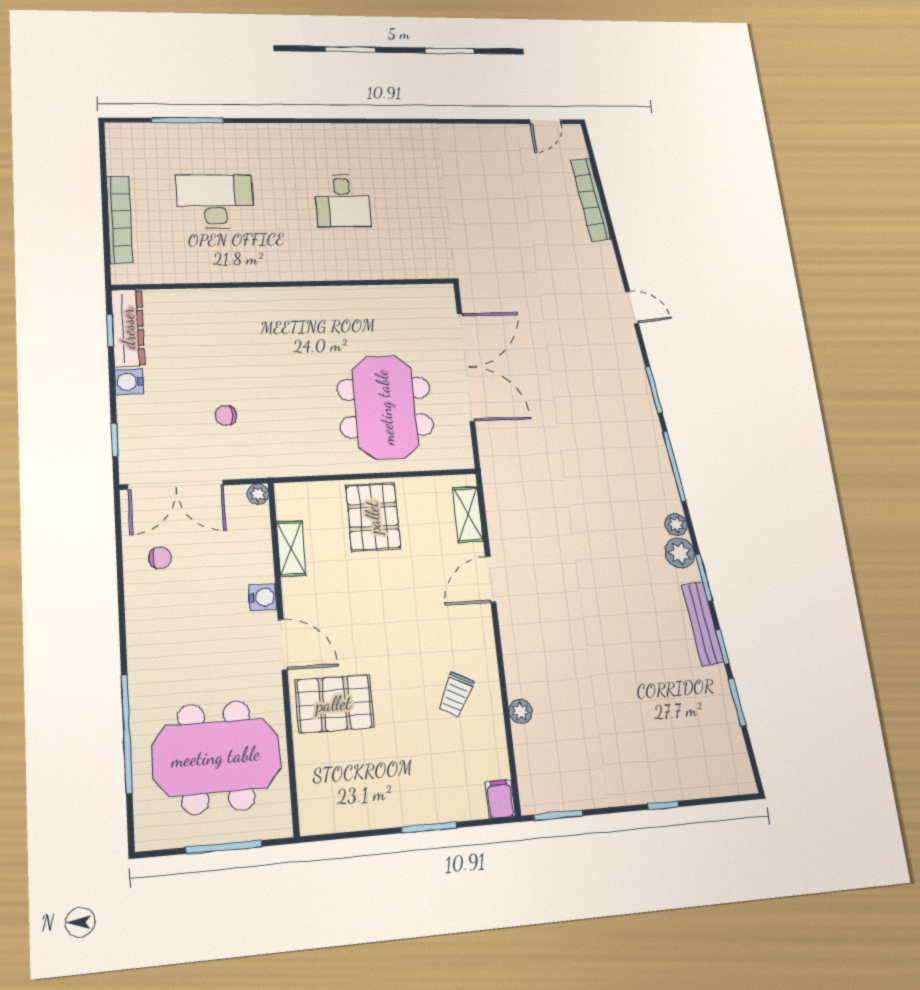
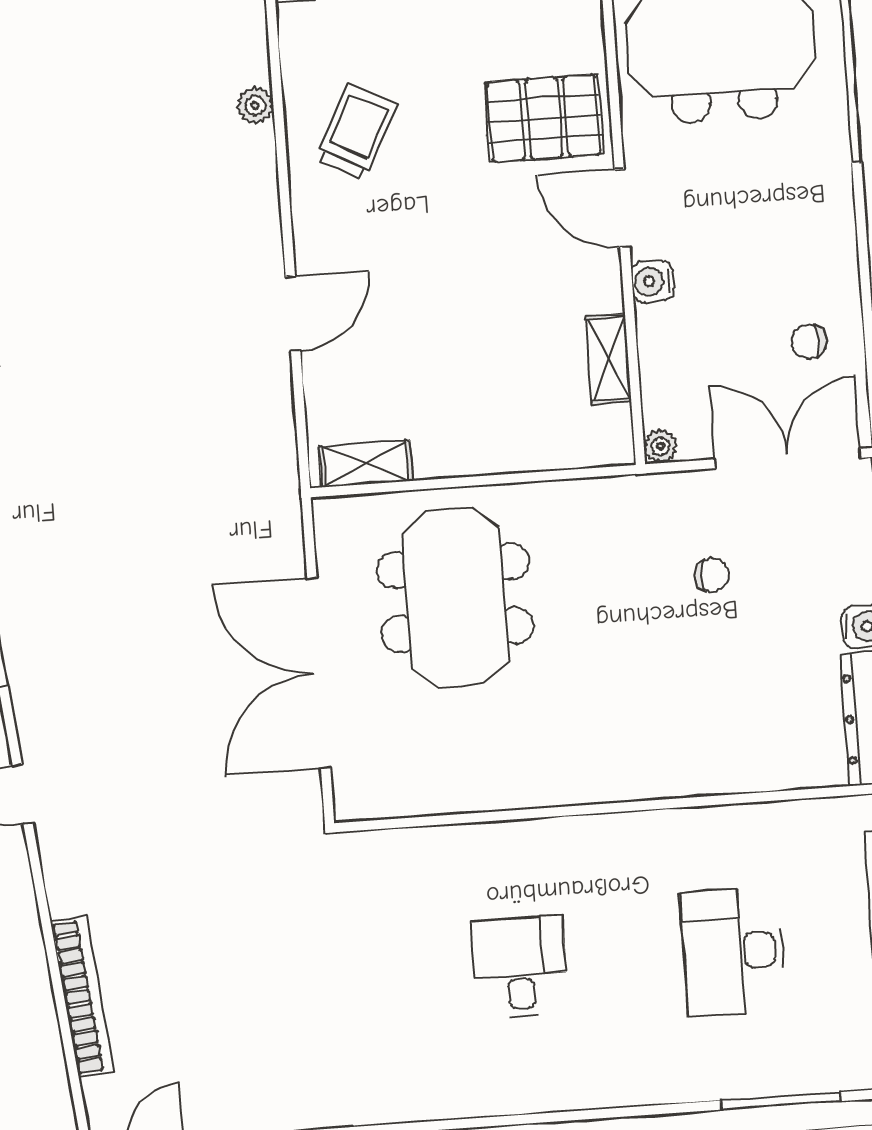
desk: (215, 201) -> (733, 952), turned 90
shelving: (468, 514) -> (366, 464), moved, turned 90
pallet: (373, 517) -> (479, 413), removed
trolley: (456, 695) -> (356, 132), width x1.36, depth x1.39

